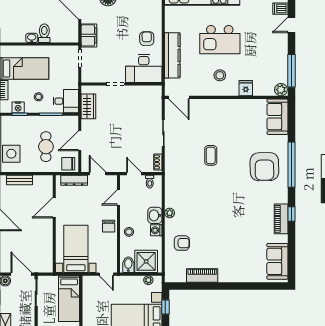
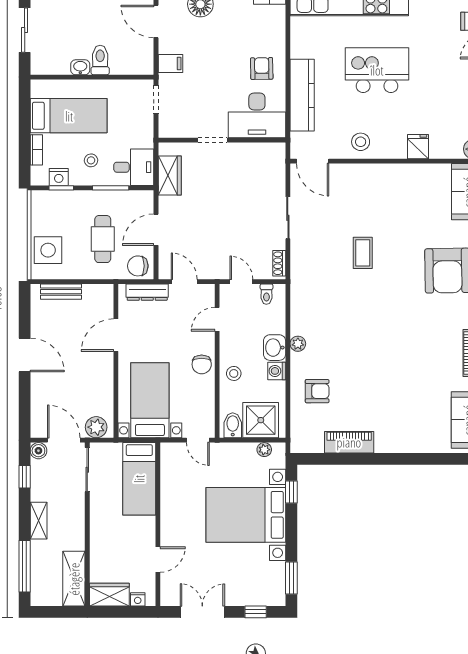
filing cabinet: (89, 35) -> (171, 63), width x0.50
kitchen island: (220, 40) -> (377, 70), turned 180
stool: (220, 75) -> (361, 142), moved
plant: (42, 266) -> (96, 427), added

